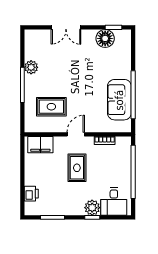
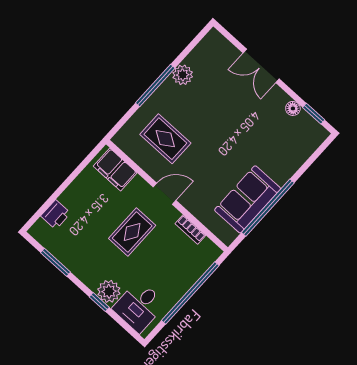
floor lamp: (105, 38) -> (293, 108), width x0.53, depth x0.53

